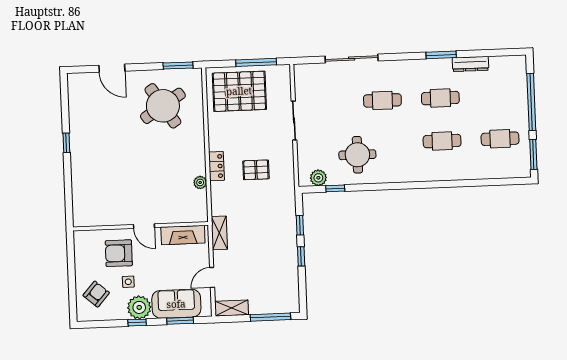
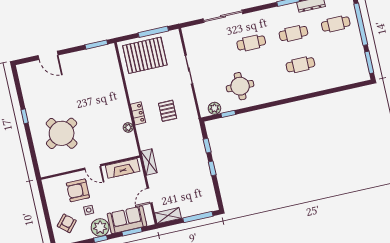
round table: (163, 106) -> (62, 133), moved
cafe table: (500, 139) -> (336, 24), moved
pallet: (256, 170) -> (168, 111), turned 90

